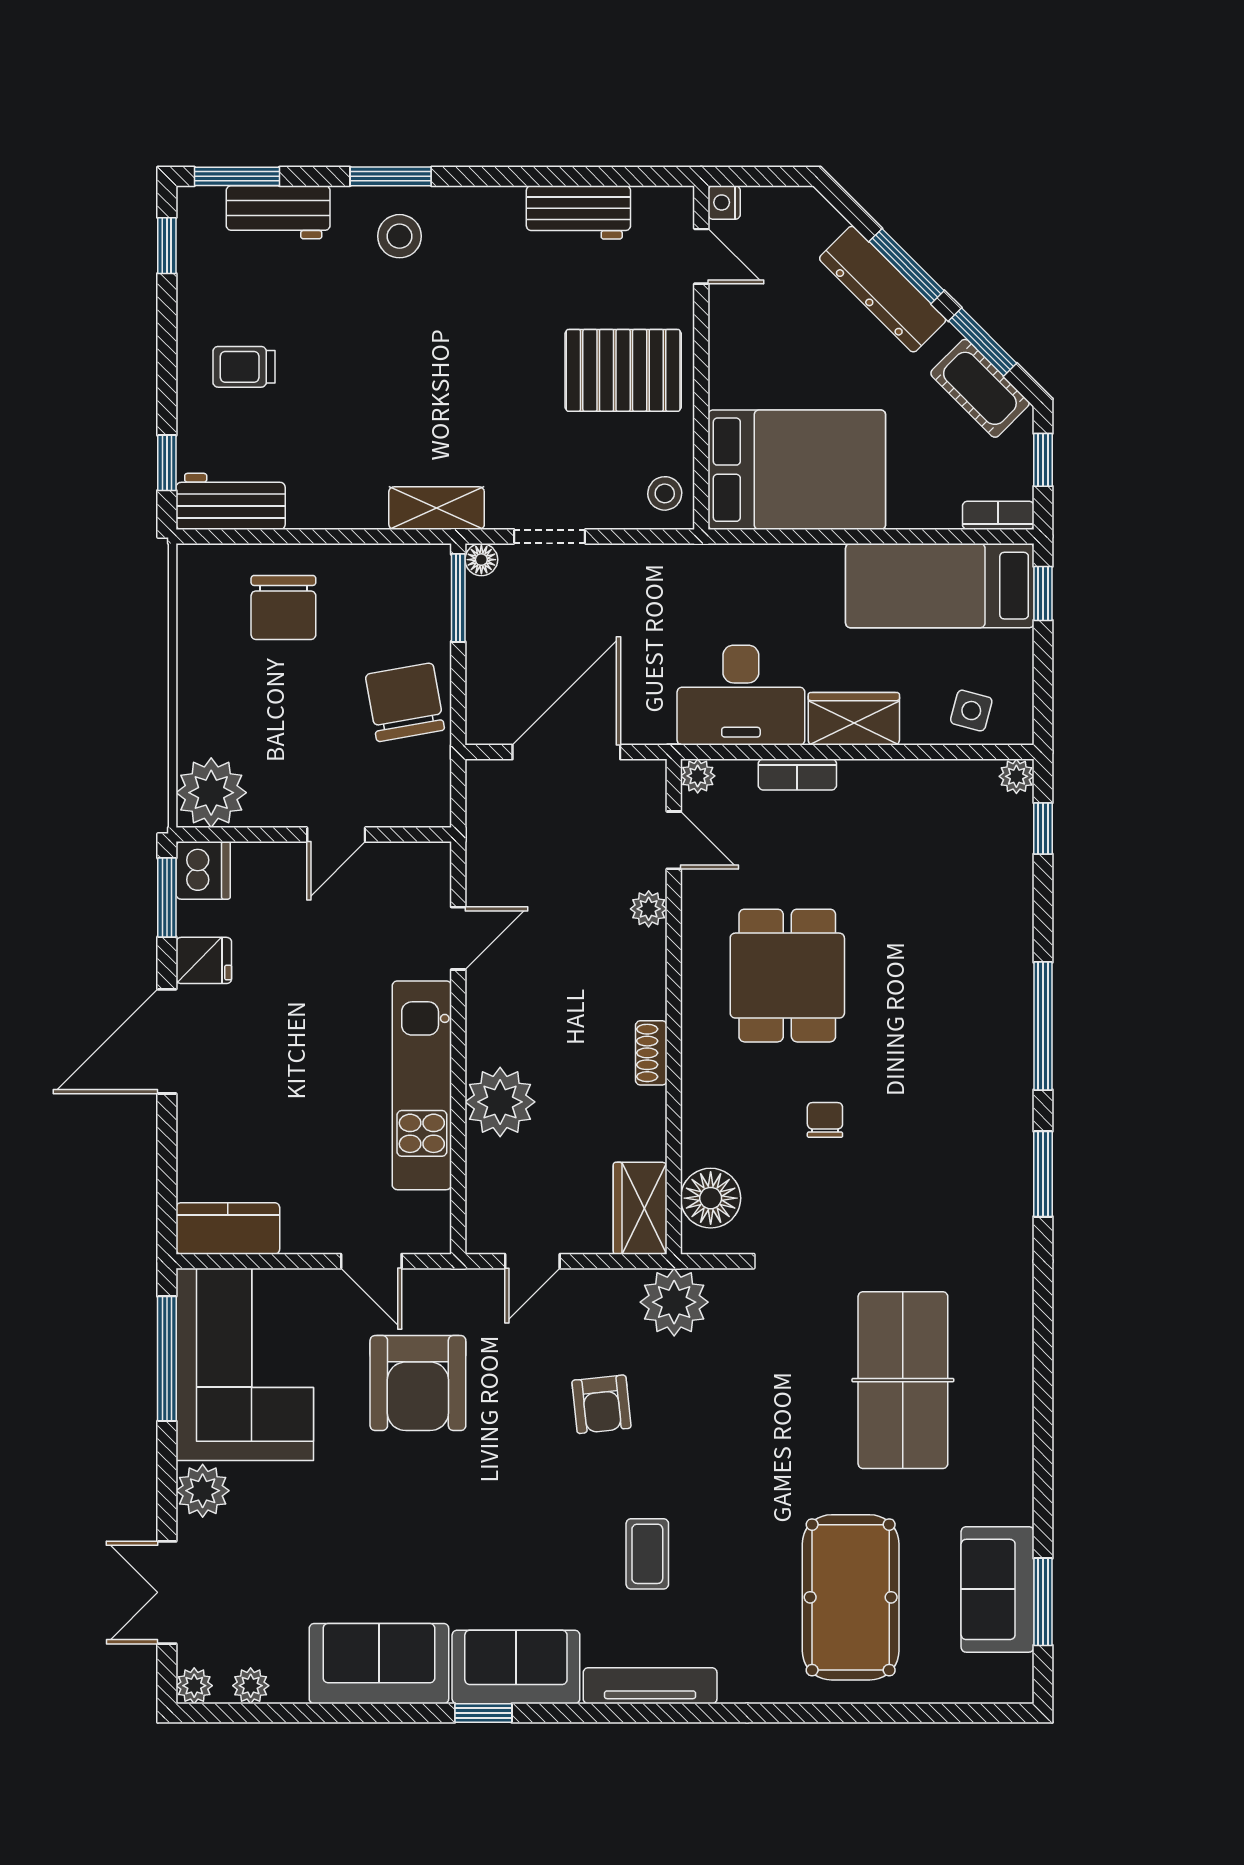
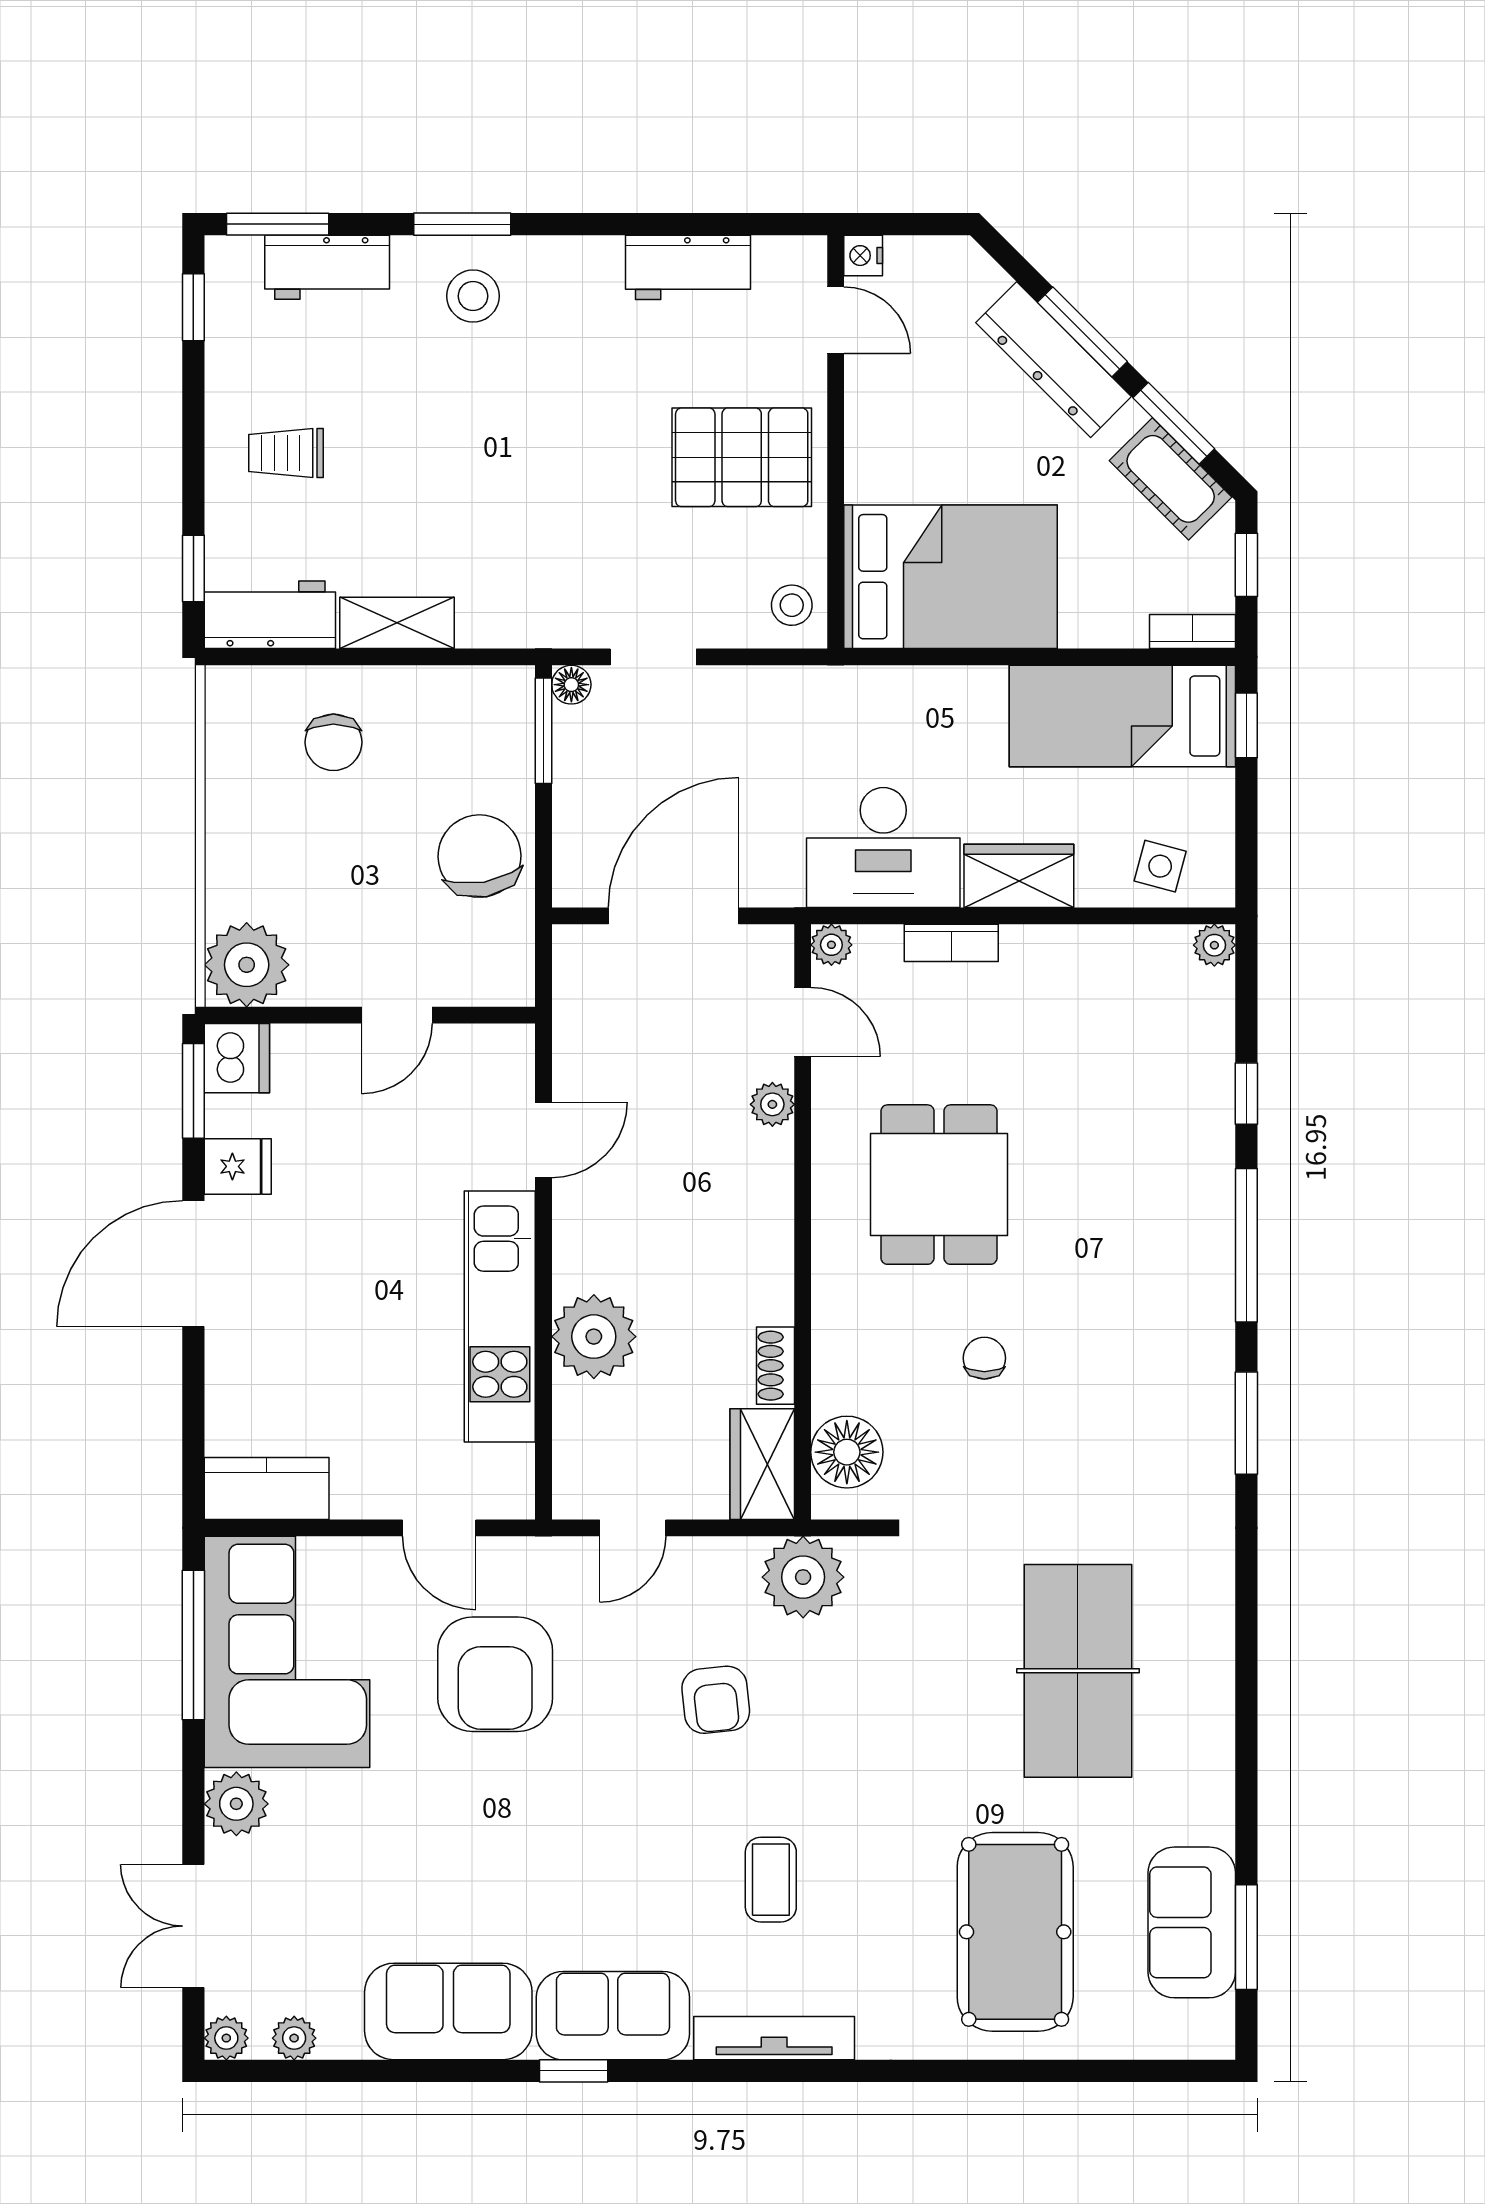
shelving: (437, 508) -> (397, 623), moved
chair: (283, 607) -> (333, 742), width x0.73, depth x0.73
window: (1043, 828) -> (1246, 1094), moved
shoe rack: (651, 1053) -> (776, 1366), moved

